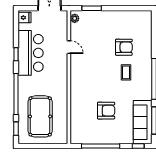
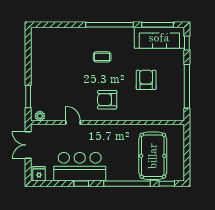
door: (69, 47) -> (73, 123), hinge flipped
armchair: (124, 47) -> (107, 100), moved, turned -90
pool table: (40, 116) -> (153, 156), turned 90

